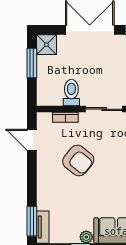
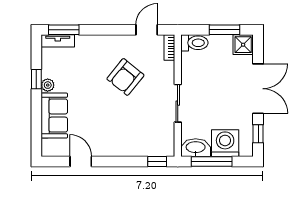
toilet: (71, 93) -> (194, 43), moved
bookcase: (65, 117) -> (169, 47), moved

